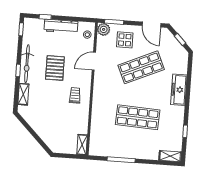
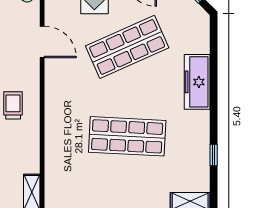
door: (94, 61) -> (42, 42), swing flipped

